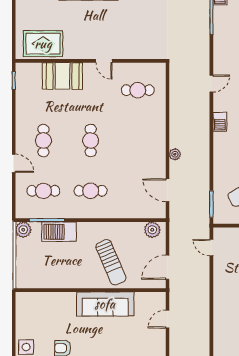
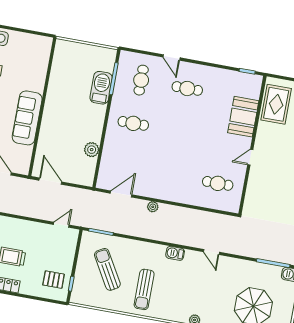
cafe table: (138, 90) -> (218, 183), turned 90
cafe table: (91, 140) -> (179, 132), removed
door: (14, 163) -> (171, 57), hinge flipped
cafe table: (91, 191) -> (133, 123), turned 90
plant: (23, 230) -> (109, 55), removed
plant: (152, 230) -> (92, 150), moved
sun lounger: (111, 262) -> (64, 130), removed

